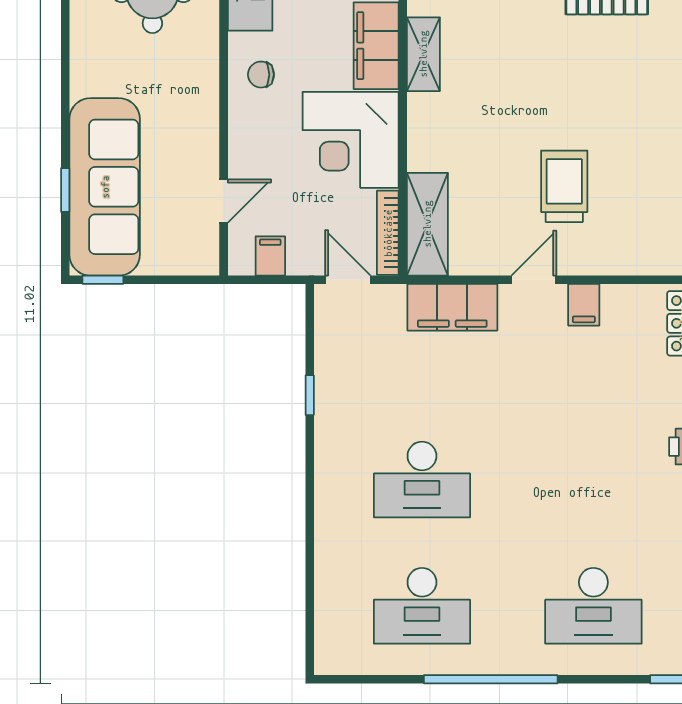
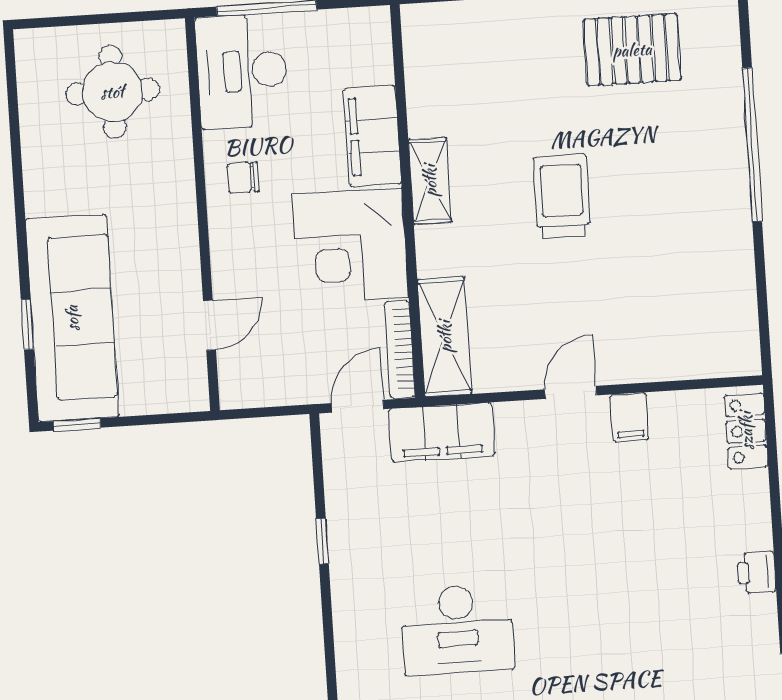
shelving: (423, 54) -> (430, 181), moved
trolley: (564, 186) -> (562, 196), moved
filing cabinet: (270, 256) -> (267, 385), removed
door: (348, 280) -> (358, 406), hinge flipped
filing cabinet: (452, 307) -> (442, 432), moved

